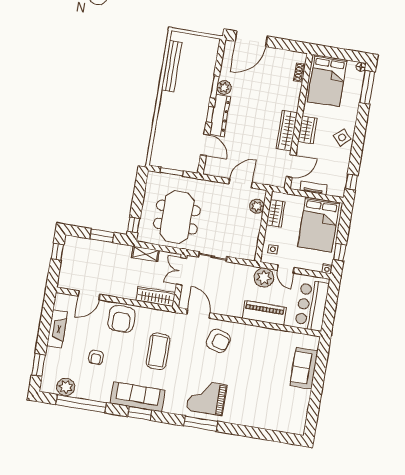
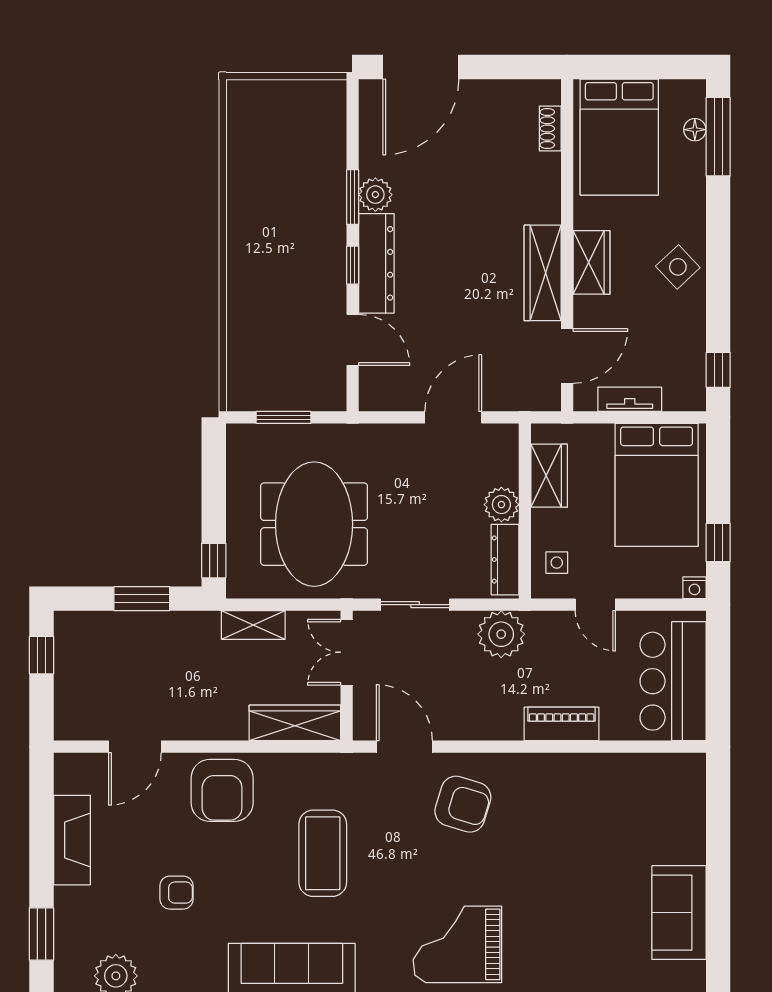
bench: (172, 66) -> (241, 165), removed
floor lamp: (361, 67) -> (695, 130), moved
plant: (257, 206) -> (501, 505), moved
dresser: (252, 244) -> (505, 560), added
plant: (264, 278) -> (501, 634), moved
piano: (264, 313) -> (562, 724), width x0.73, depth x0.75
armchair: (96, 357) -> (176, 893), turned -90
sofa: (304, 368) -> (679, 913), moved

